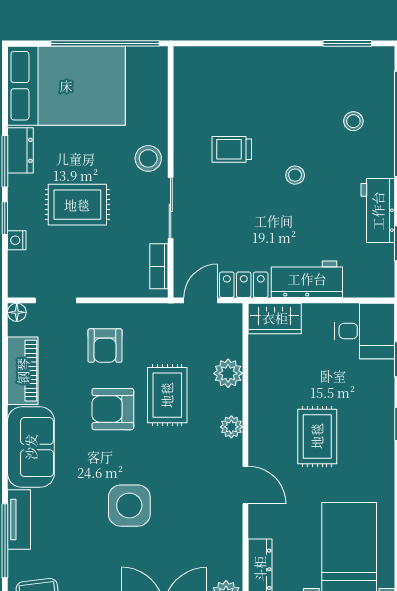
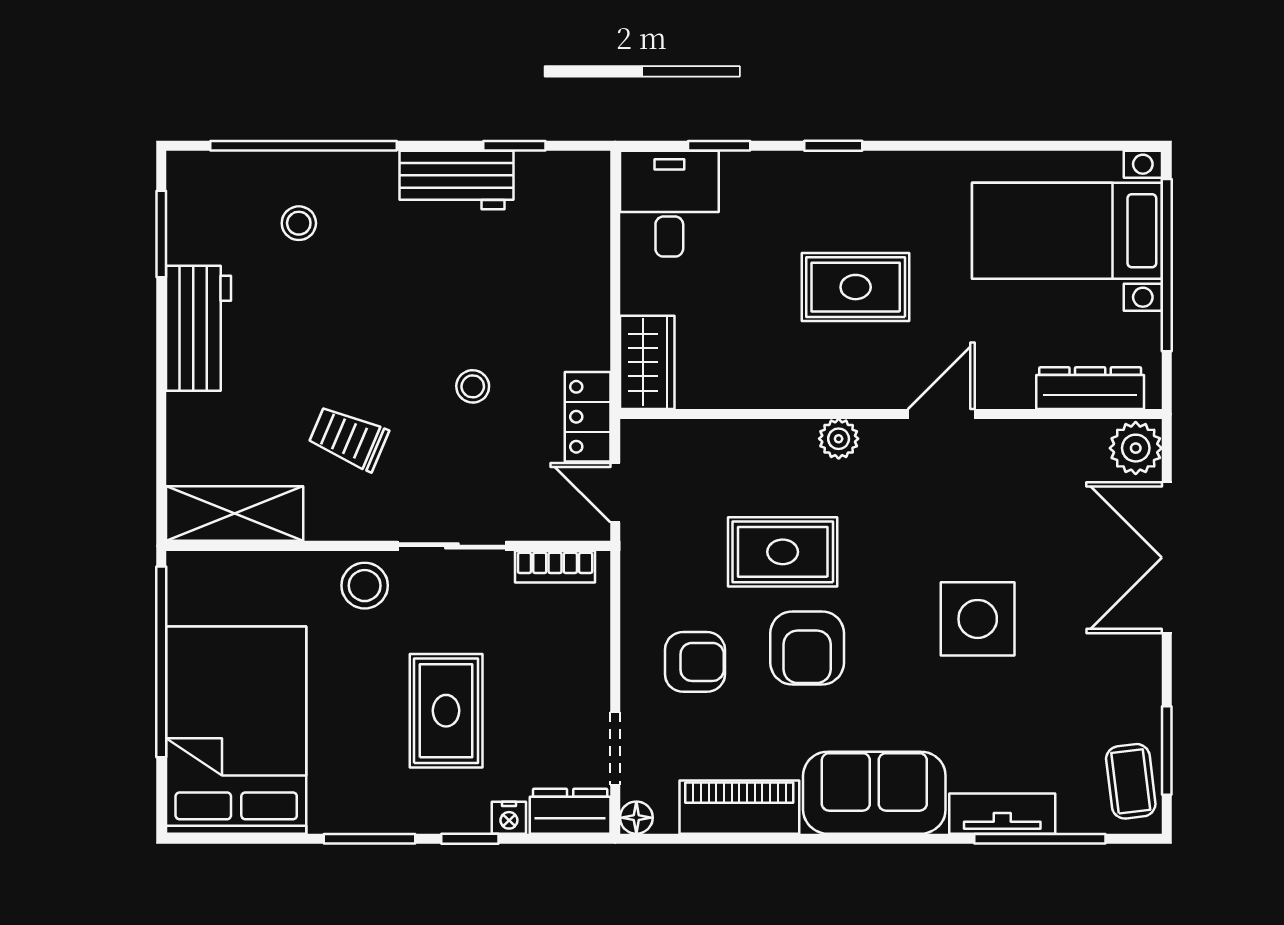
shelving: (189, 85) -> (235, 514), added
trolley: (232, 149) -> (348, 438), turned 113
dresser: (20, 150) -> (570, 811), moved
stool: (295, 175) -> (473, 386), moved
workbench: (307, 279) -> (199, 328), moved, turned 180
plant: (228, 373) -> (744, 445), removed

